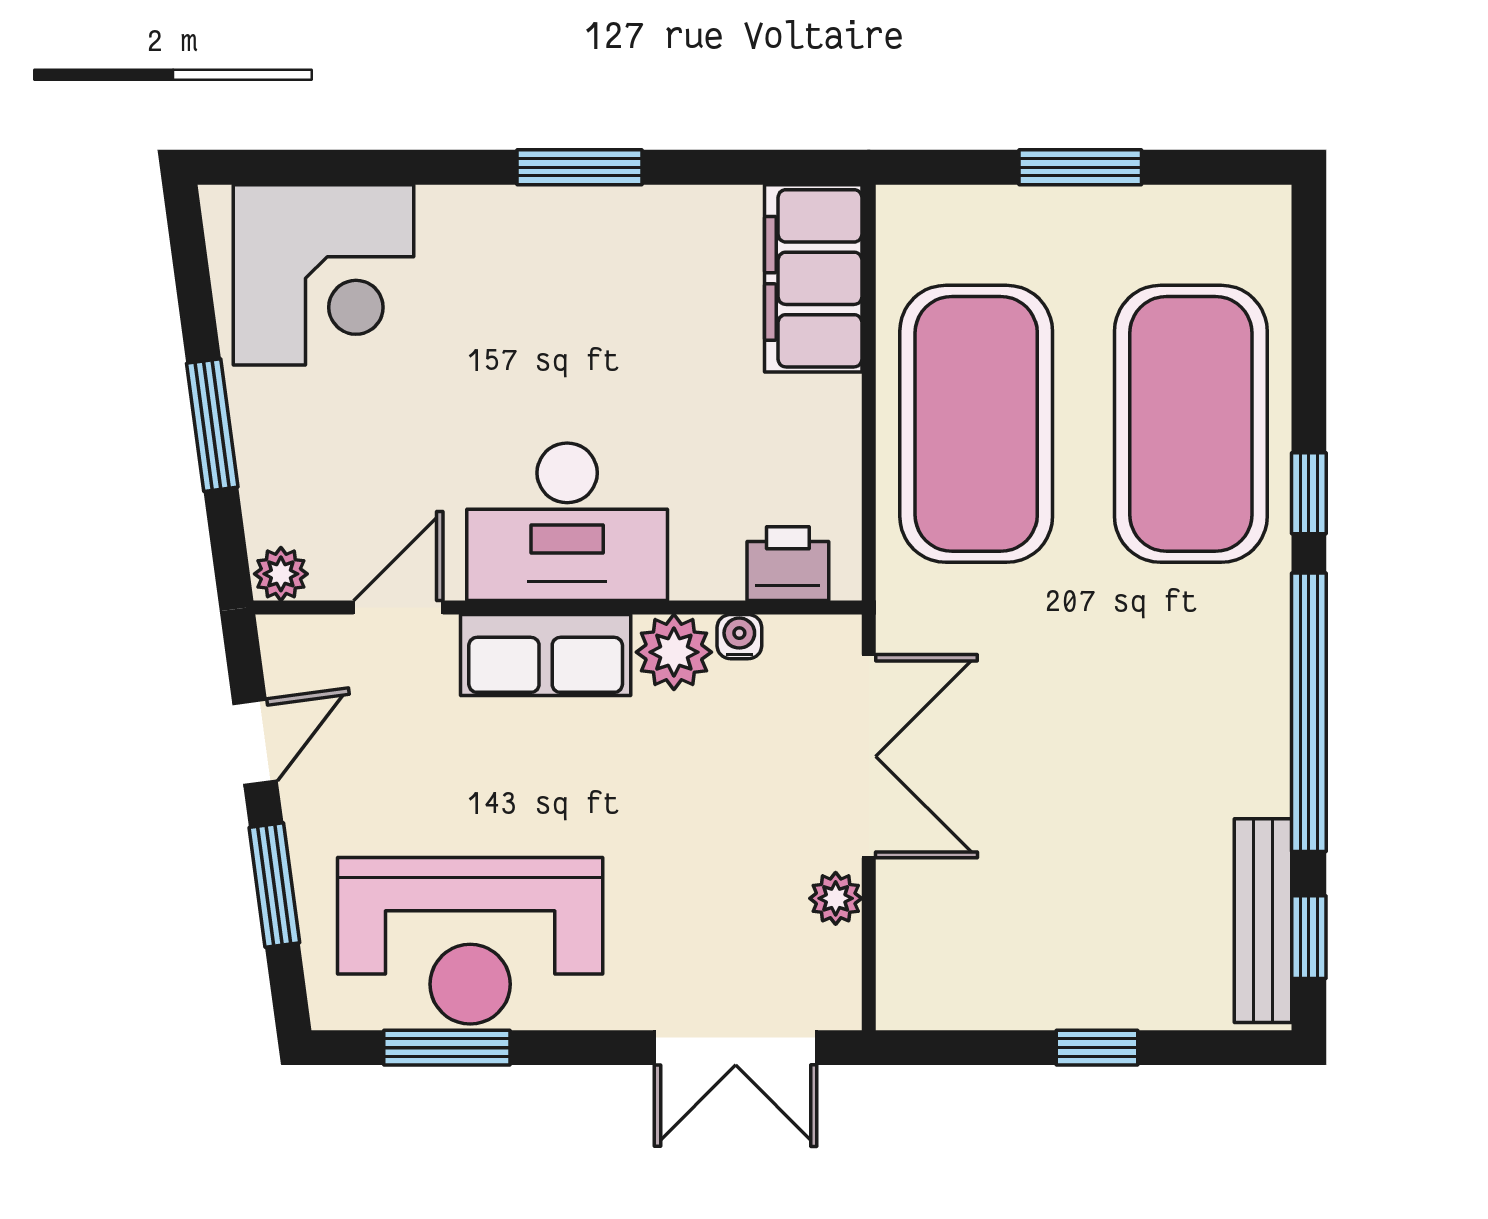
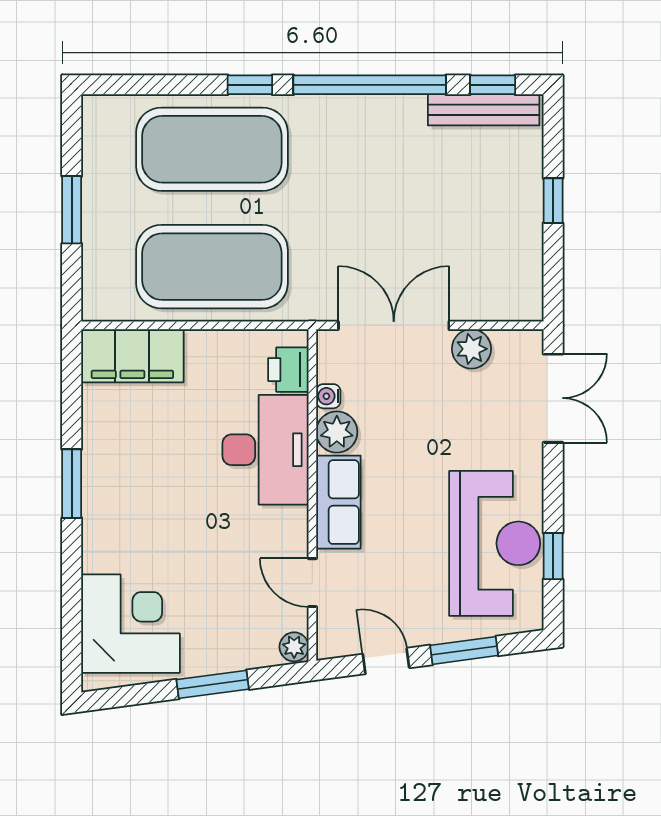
desk: (567, 522) -> (265, 450), moved
plant: (836, 898) -> (471, 349), width x1.38, depth x1.38
window: (447, 1048) -> (553, 556), width x0.67

